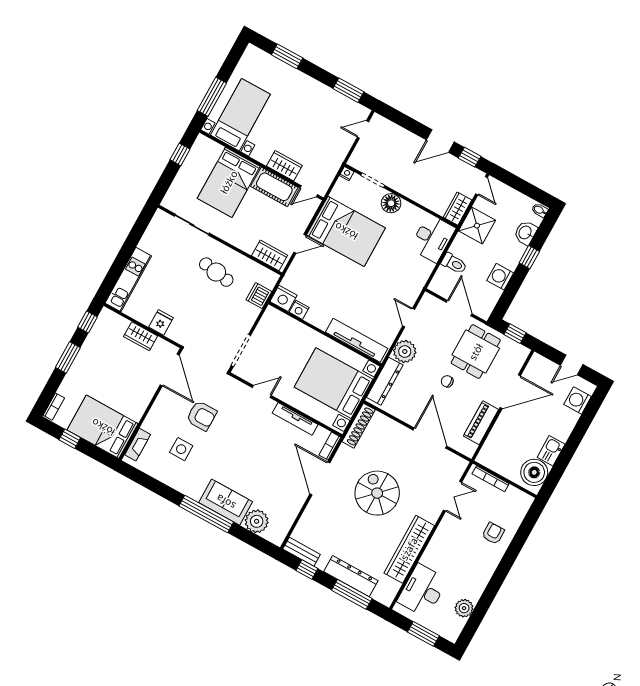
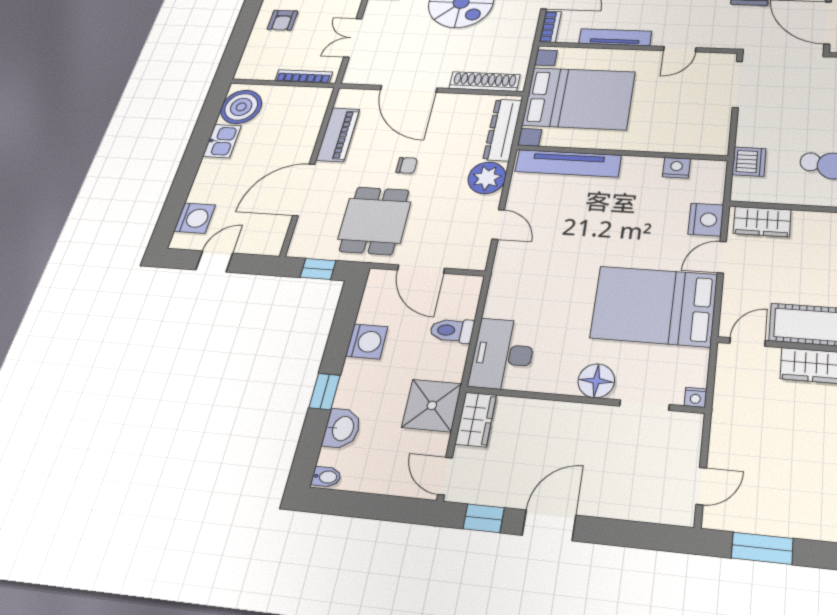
nightstand: (283, 298) -> (706, 220), moved, turned 90
shoe rack: (359, 426) -> (484, 82), moved, turned 90

